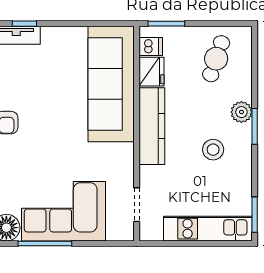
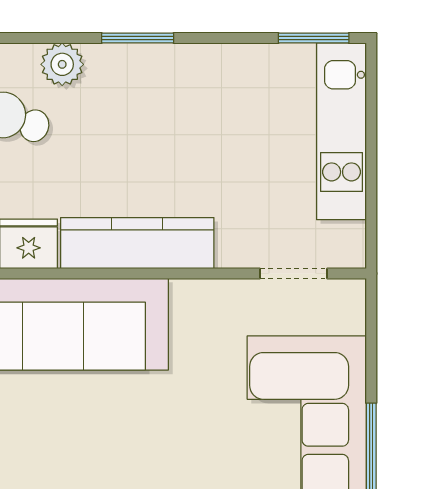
plant: (241, 112) -> (62, 64), moved
stool: (213, 150) -> (184, 121), removed

